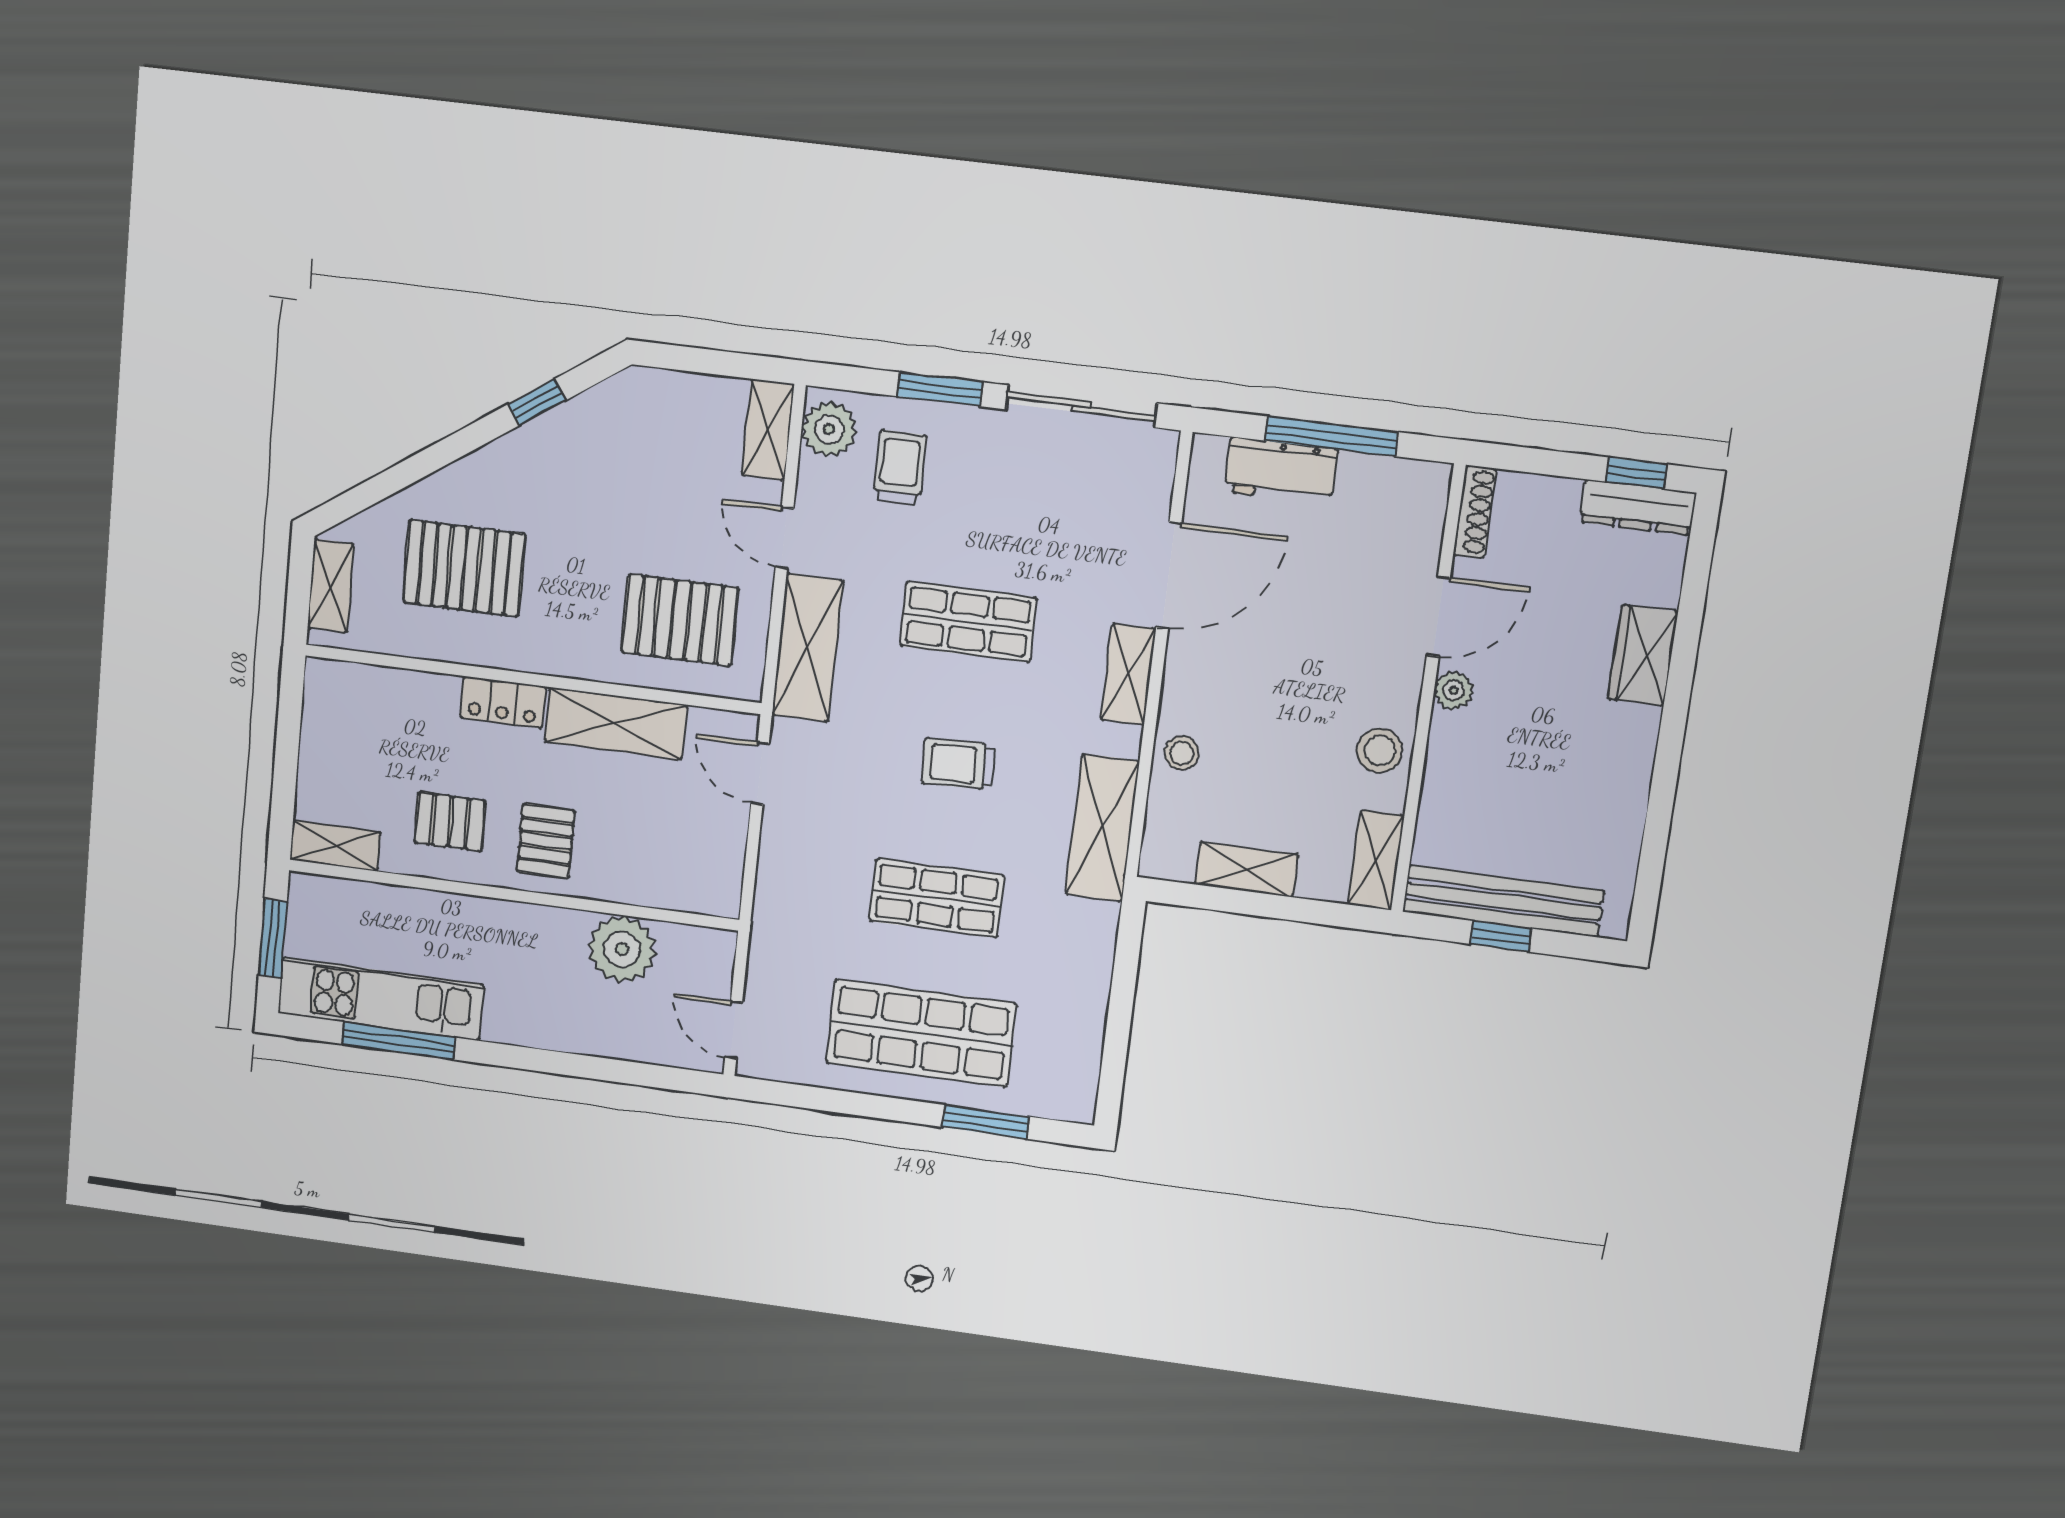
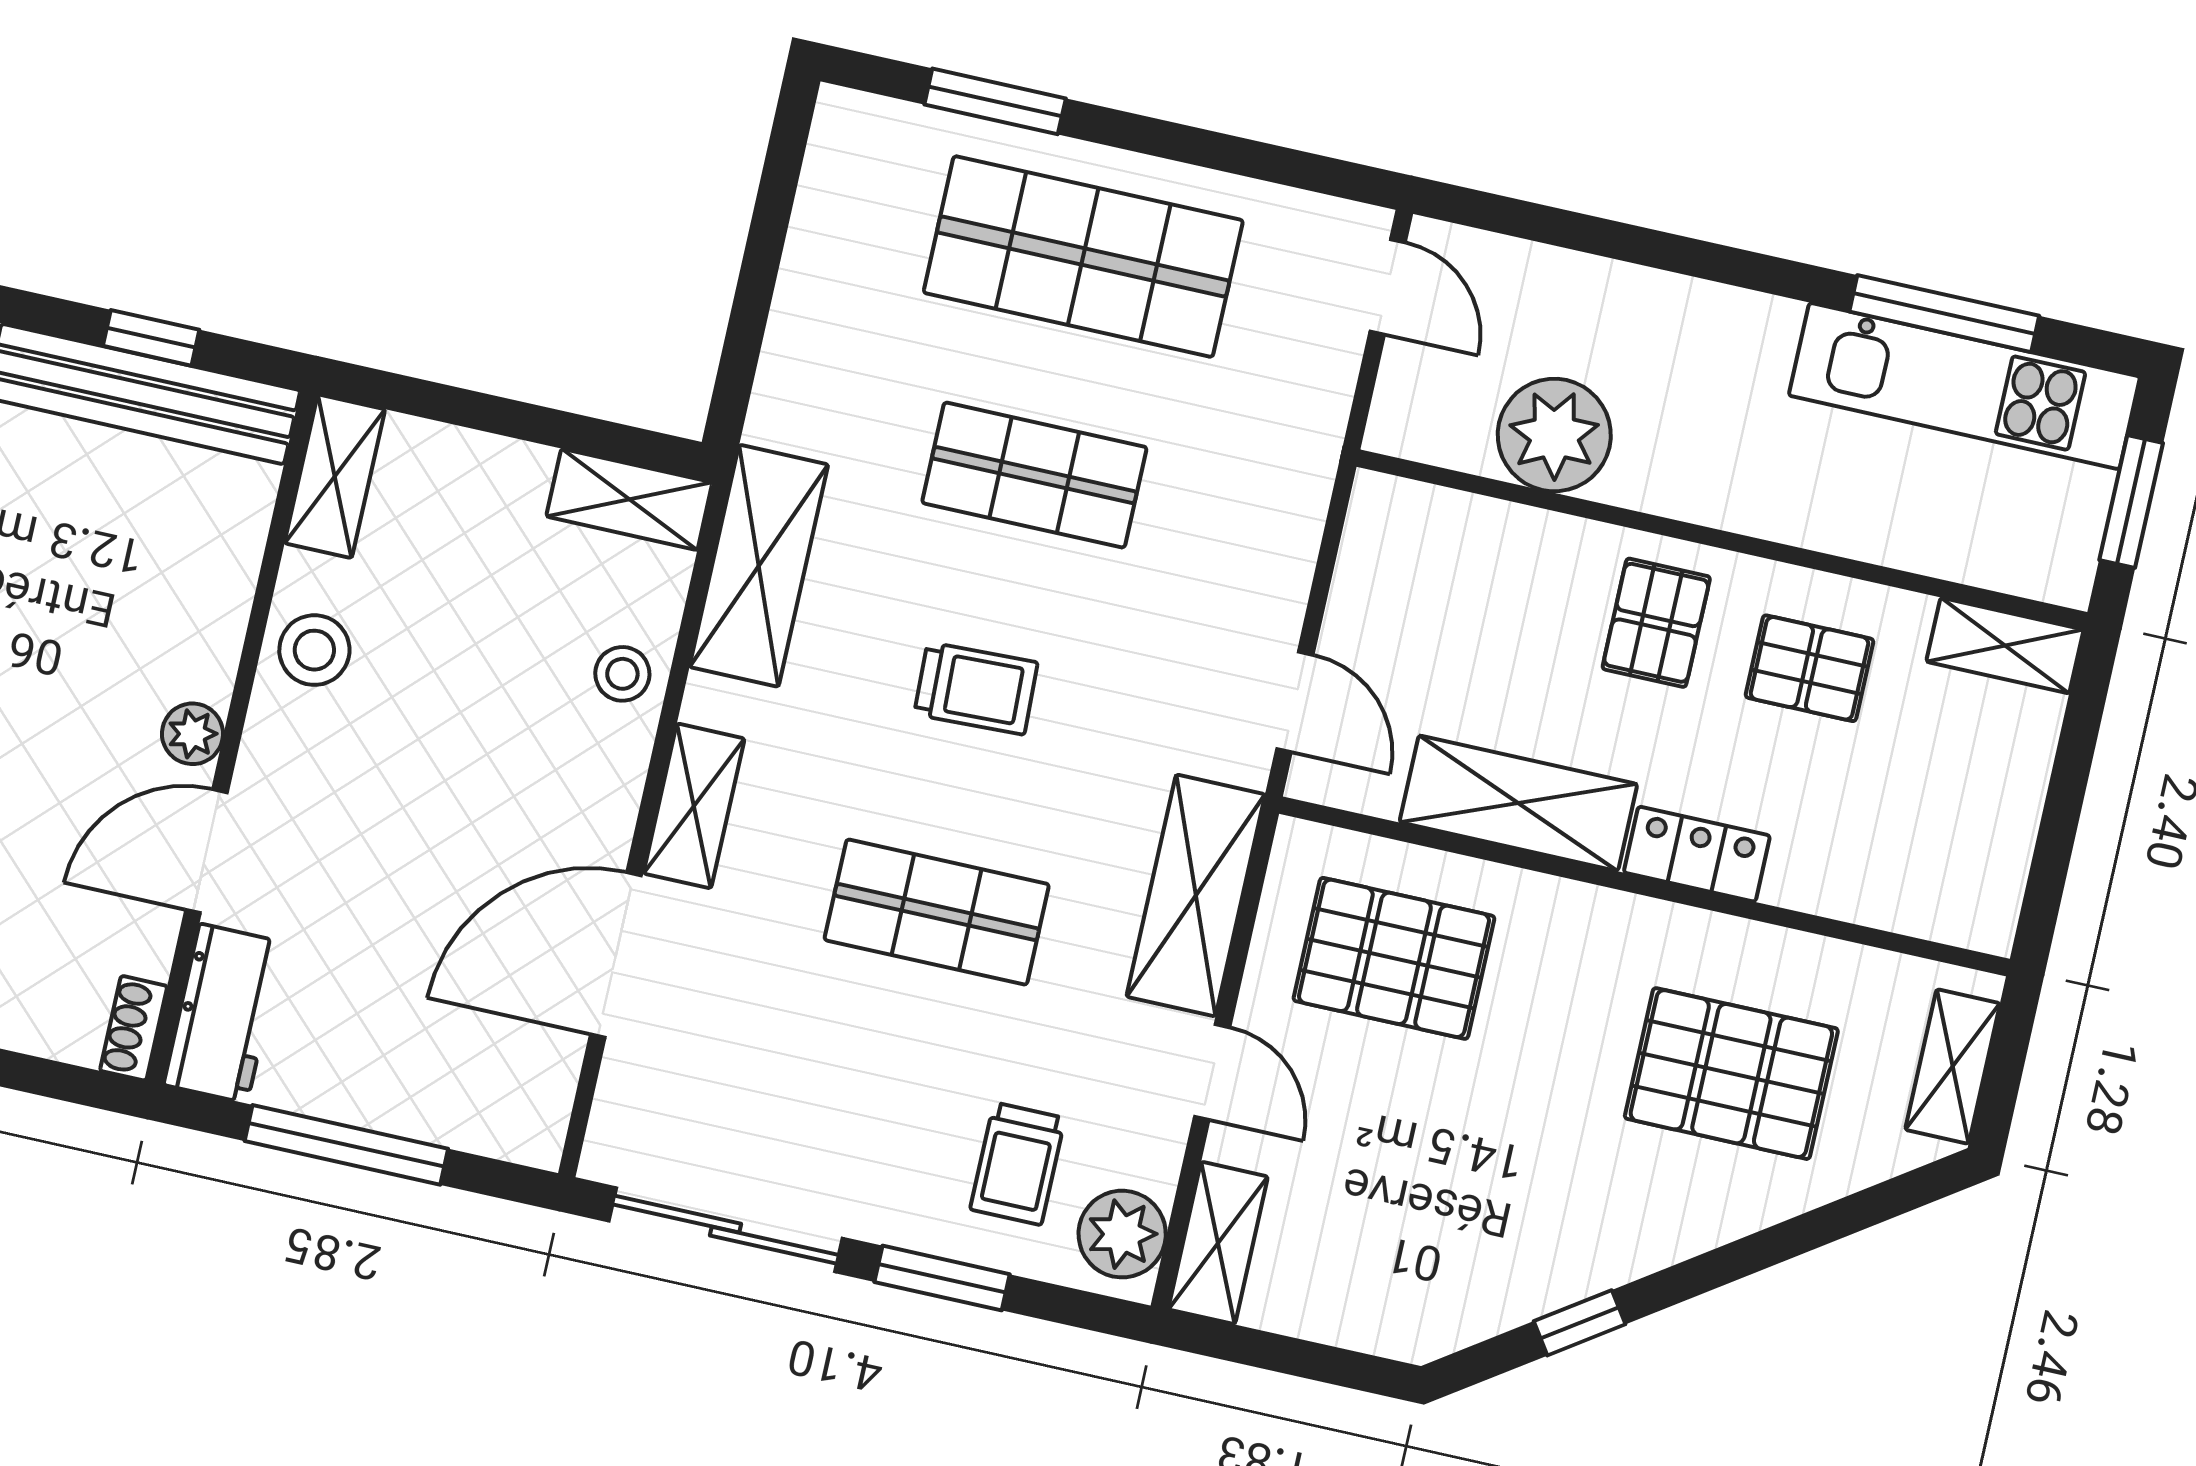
workbench: (1281, 471) -> (223, 1013), moved, turned 90
shoe rack: (1475, 512) -> (134, 1028), width x0.70
shelving: (1247, 869) -> (629, 499), moved

